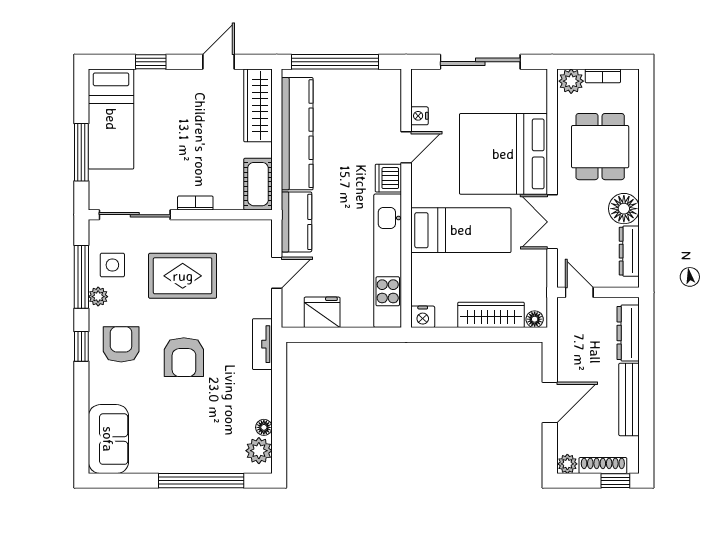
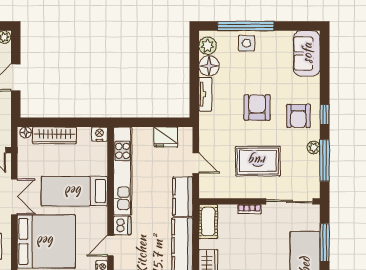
side table: (112, 265) -> (246, 43), moved
door: (277, 273) -> (196, 163), swing flipped
tv unit: (262, 344) -> (205, 94), moved
floor lamp: (264, 427) -> (209, 66), width x1.89, depth x1.89

